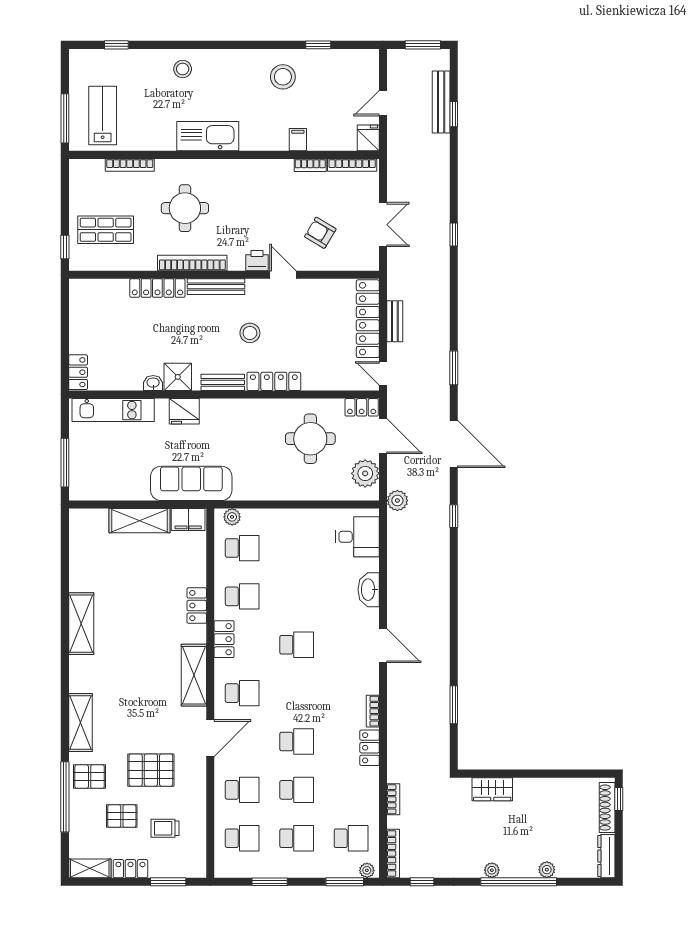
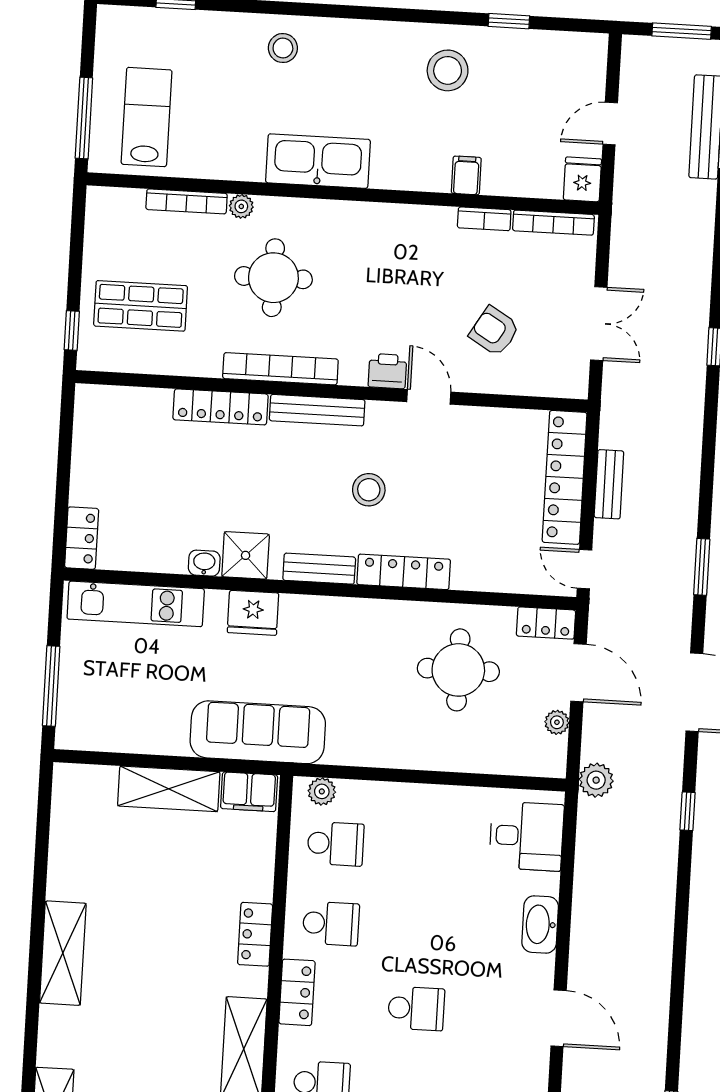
plant: (163, 166) -> (241, 206), added
plant: (365, 473) -> (557, 722), width x0.53, depth x0.53

